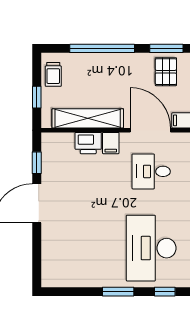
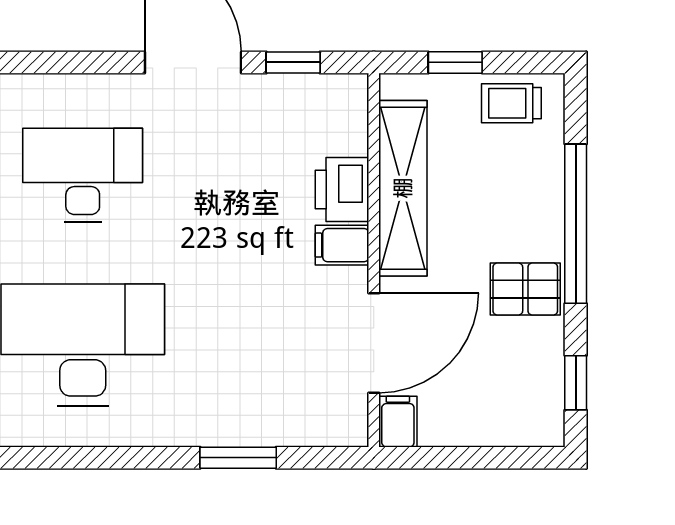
window: (166, 48) -> (576, 383), width x0.67
pallet: (166, 72) -> (525, 289), moved
desk: (151, 171) -> (83, 175), moved, width x1.37

